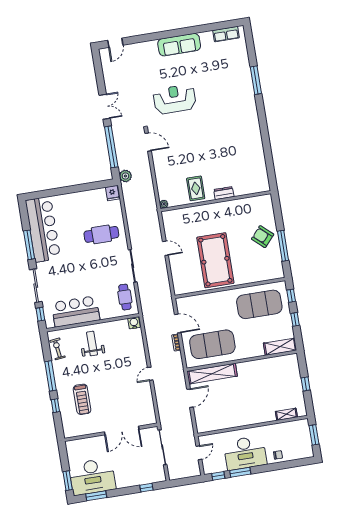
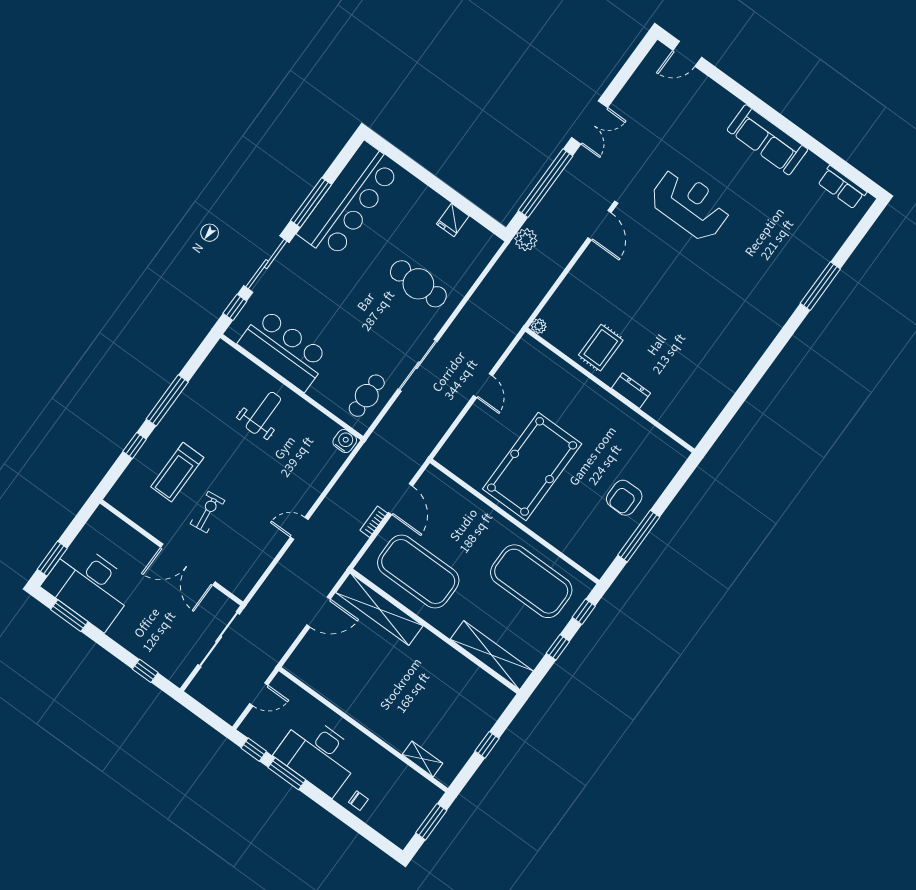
fridge: (112, 193) -> (453, 220), moved
armchair: (263, 237) -> (624, 498), turned -132
shelving: (280, 347) -> (492, 655), width x1.47
exercise bike: (57, 349) -> (207, 512), moved

